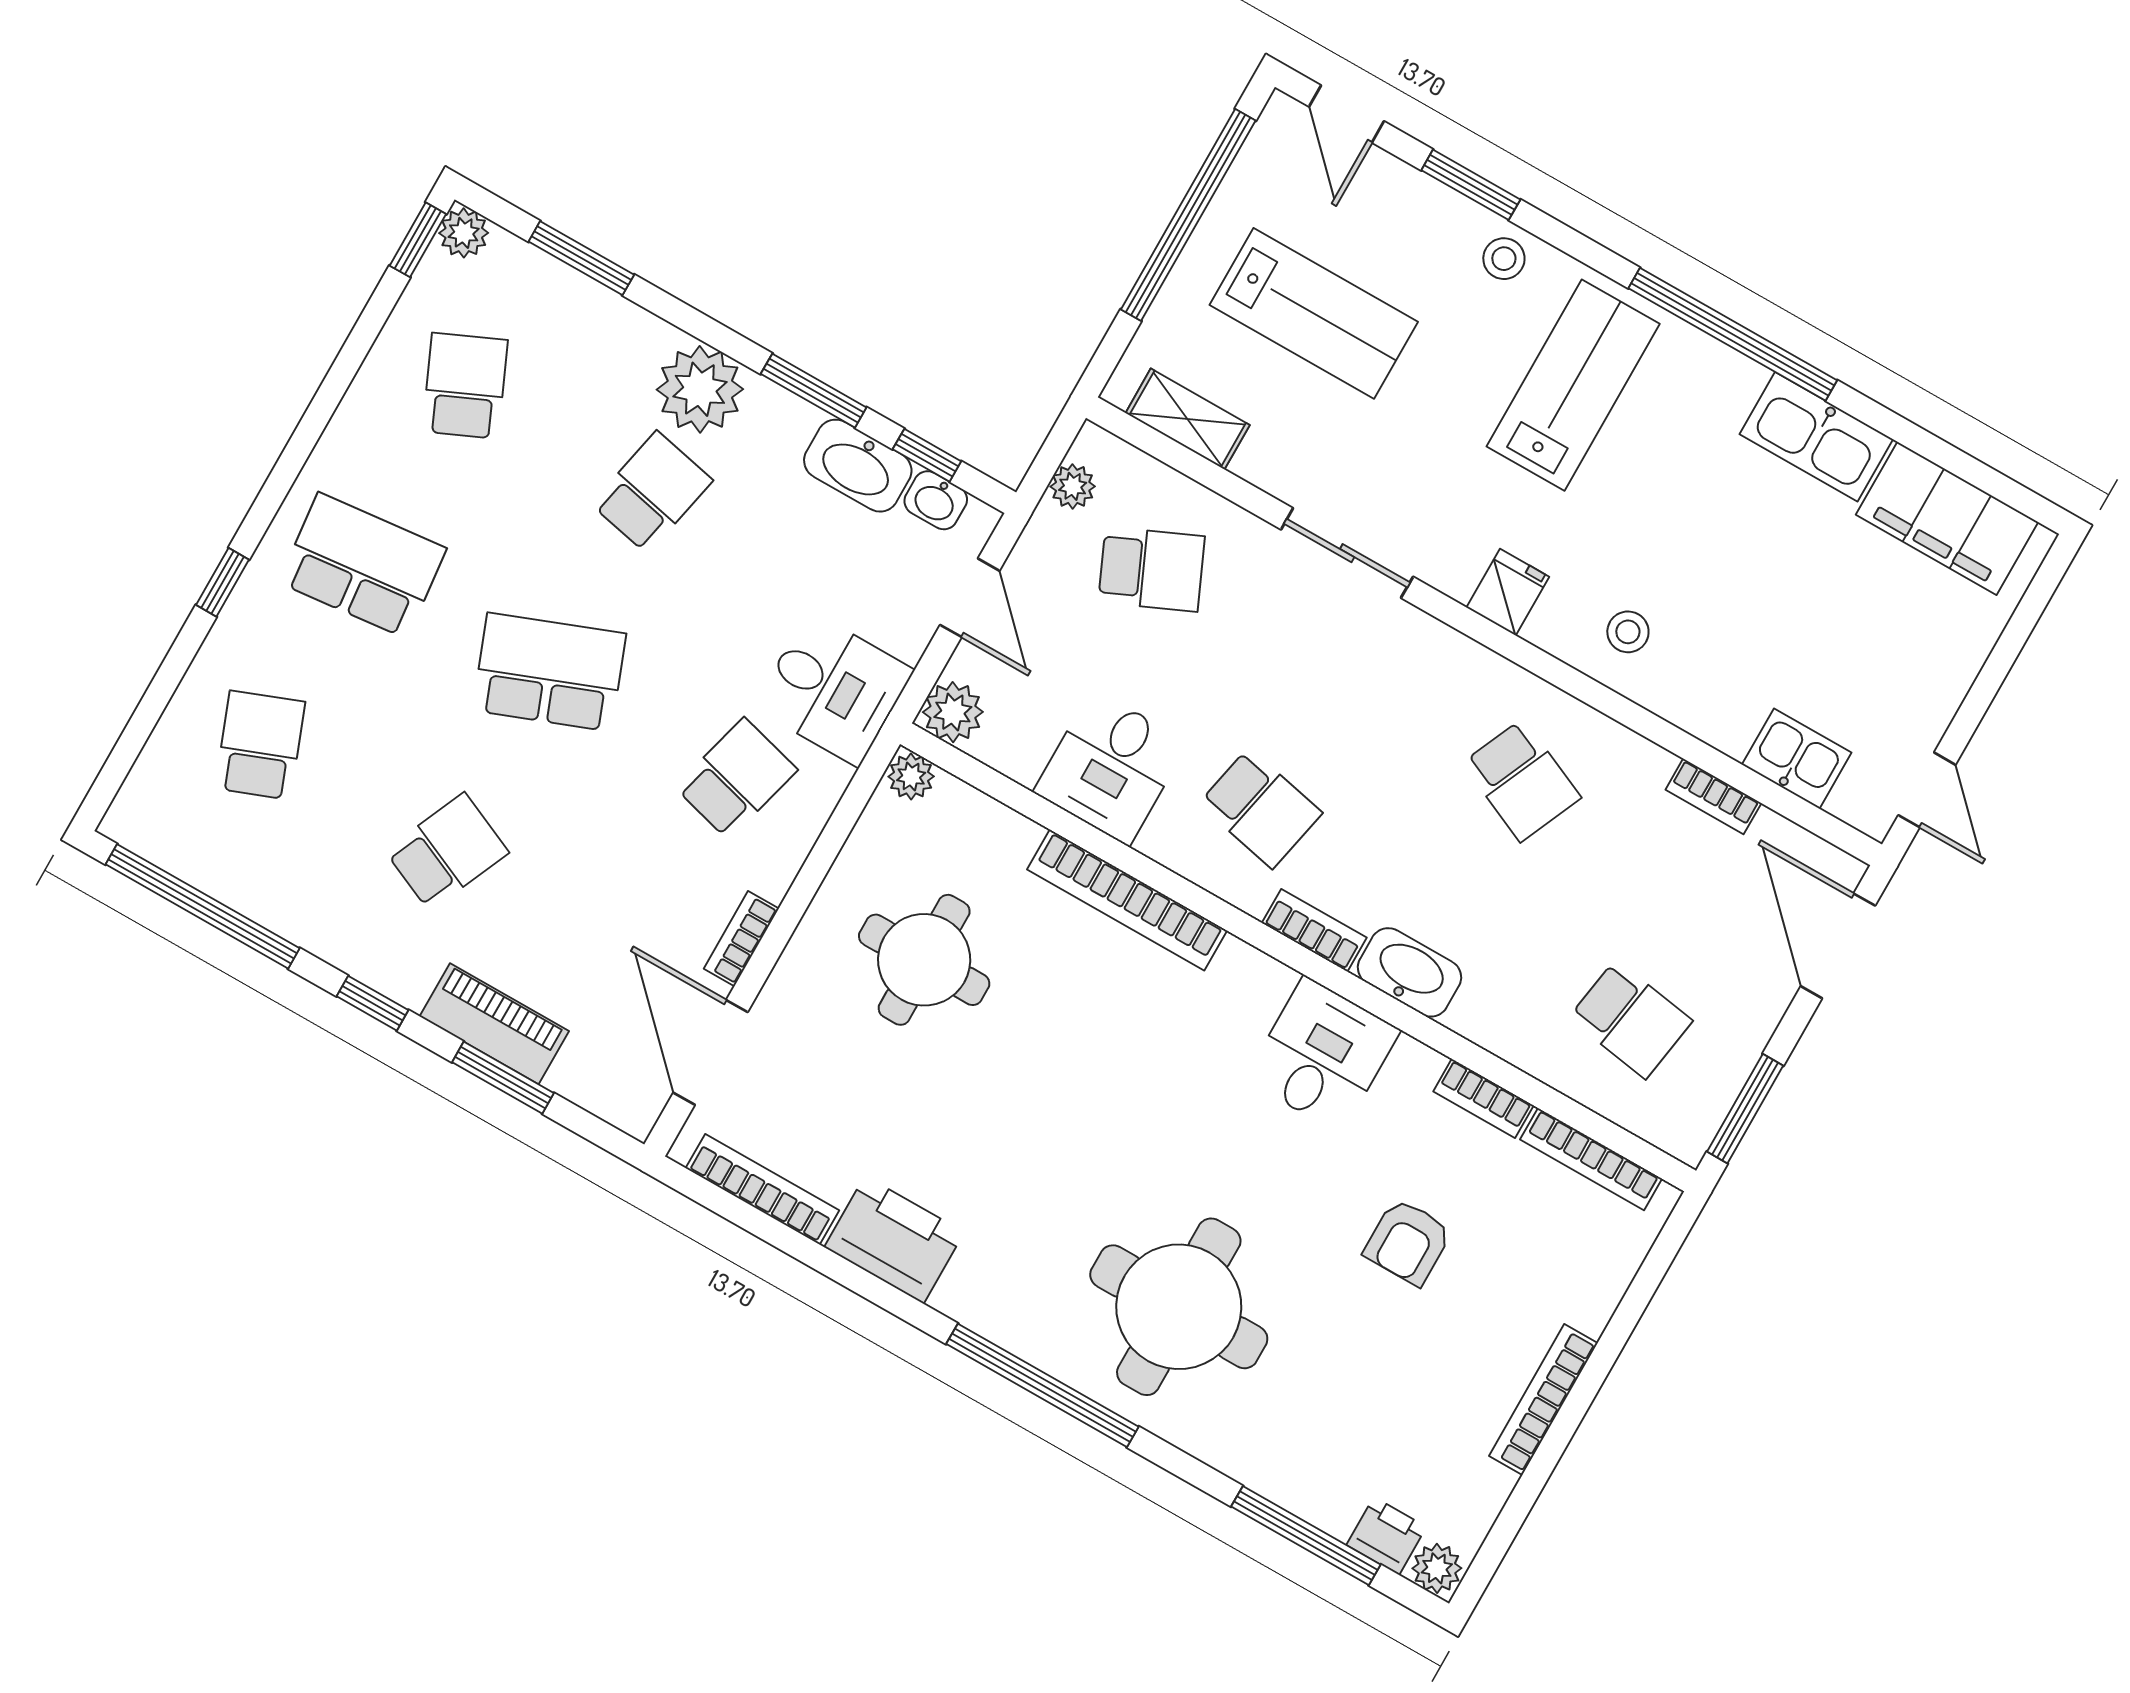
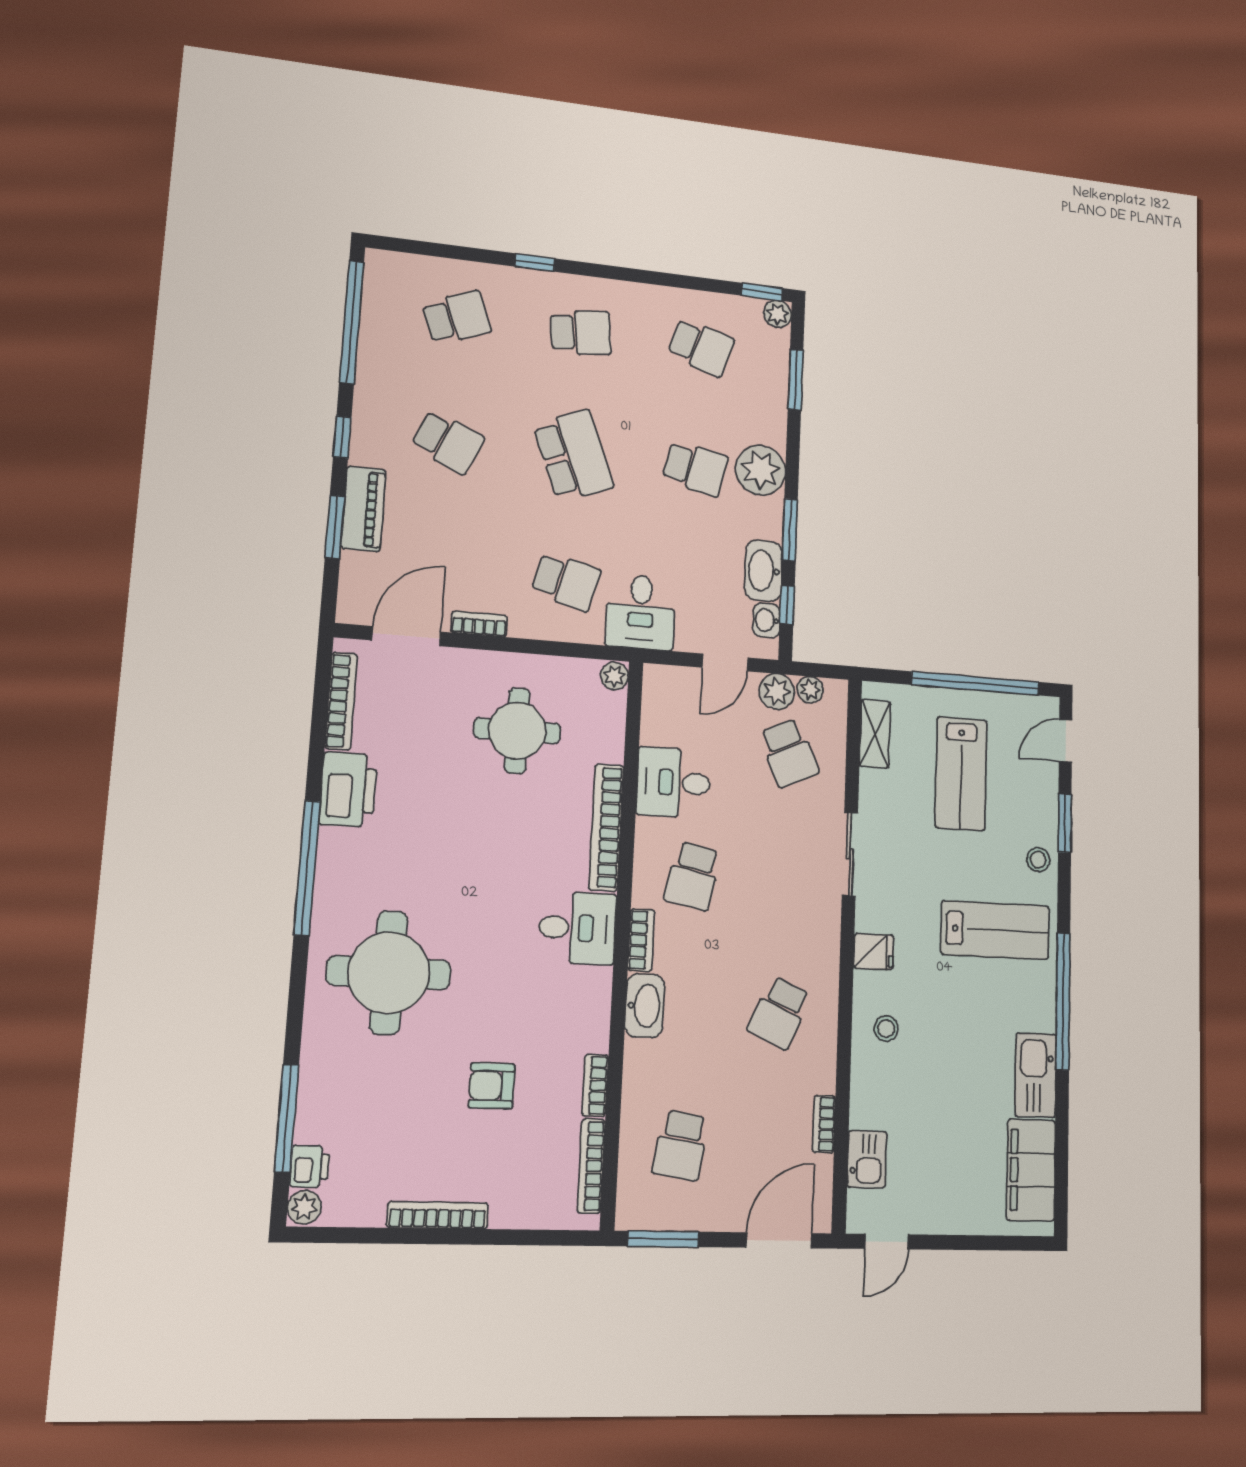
school desk: (465, 386) -> (701, 347), turned 42
school desk: (363, 565) -> (581, 333), width x0.54
plant: (953, 712) -> (777, 692), moved
desk: (1323, 1055) -> (577, 928), moved
window: (1042, 1385) -> (307, 868), moved

